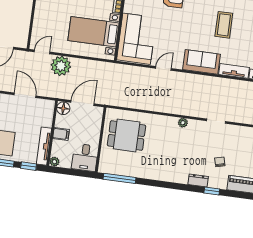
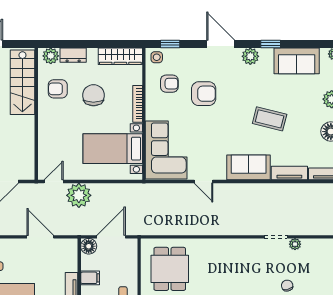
coffee table: (224, 25) -> (270, 119), turned -76
door: (163, 68) -> (204, 181), swing flipped
plant: (183, 123) -> (295, 244), moved
dining table: (127, 135) -> (170, 269), turned 90

